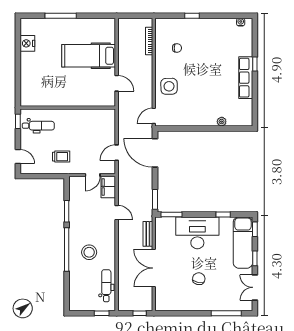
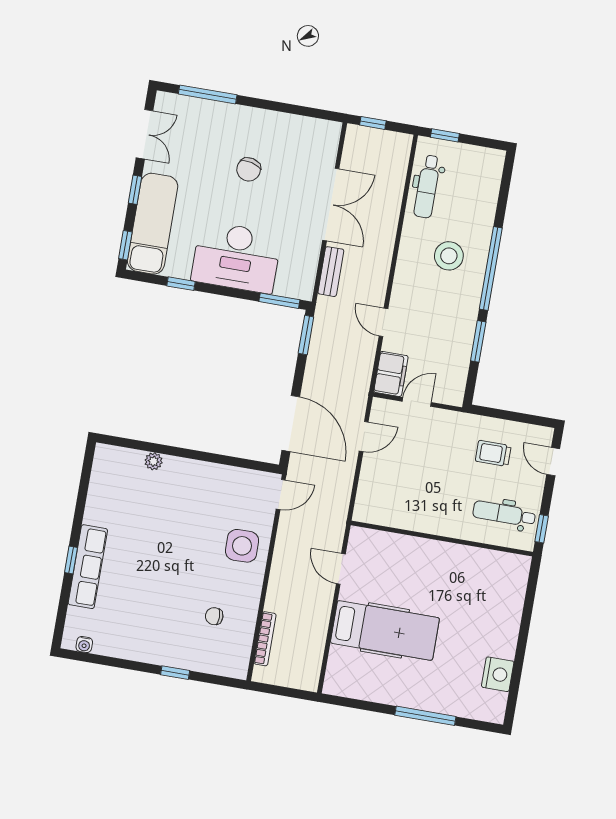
row of seats: (246, 78) -> (88, 567), moved
trolley: (61, 157) -> (493, 453), moved

